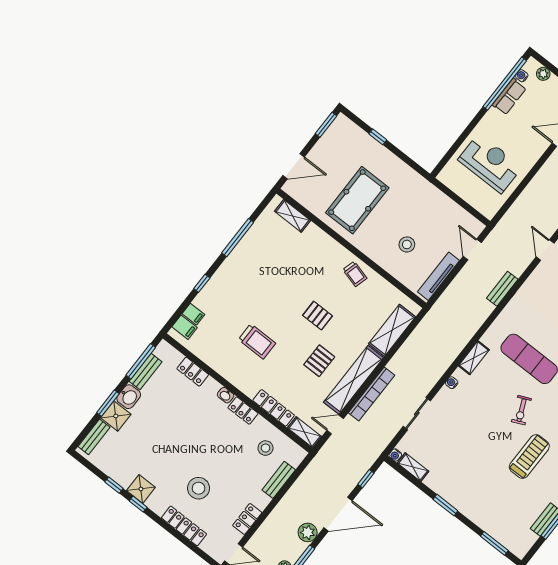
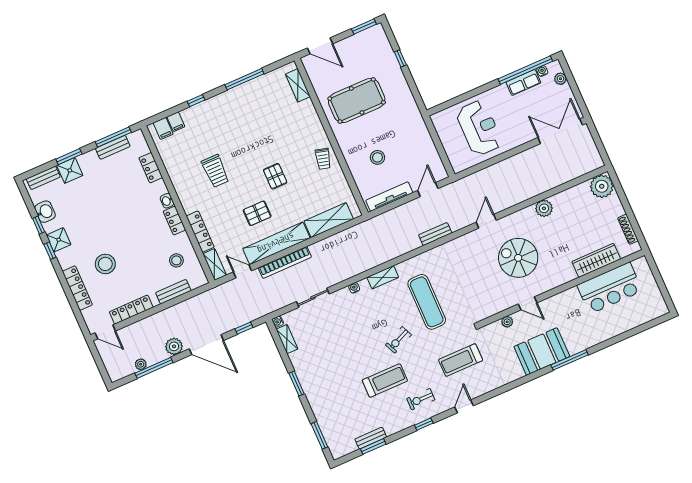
washbasin: (129, 397) -> (45, 212), moved, turned -90
locker: (247, 519) -> (131, 310), width x1.53

